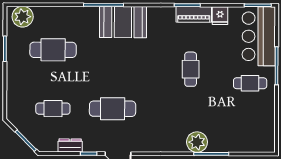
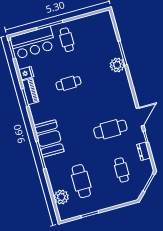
plant: (23, 17) -> (61, 197), moved
cafe table: (113, 109) -> (110, 129), turned 90

